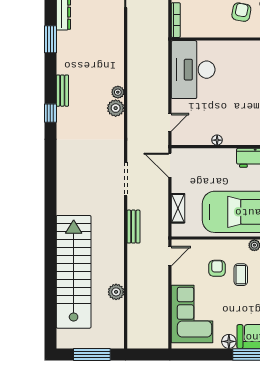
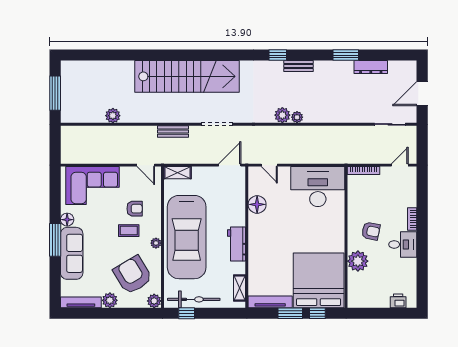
floor lamp: (217, 140) -> (257, 204), width x1.89, depth x1.89
shelving: (178, 208) -> (178, 173), moved
stairs: (74, 272) -> (187, 76), moved

